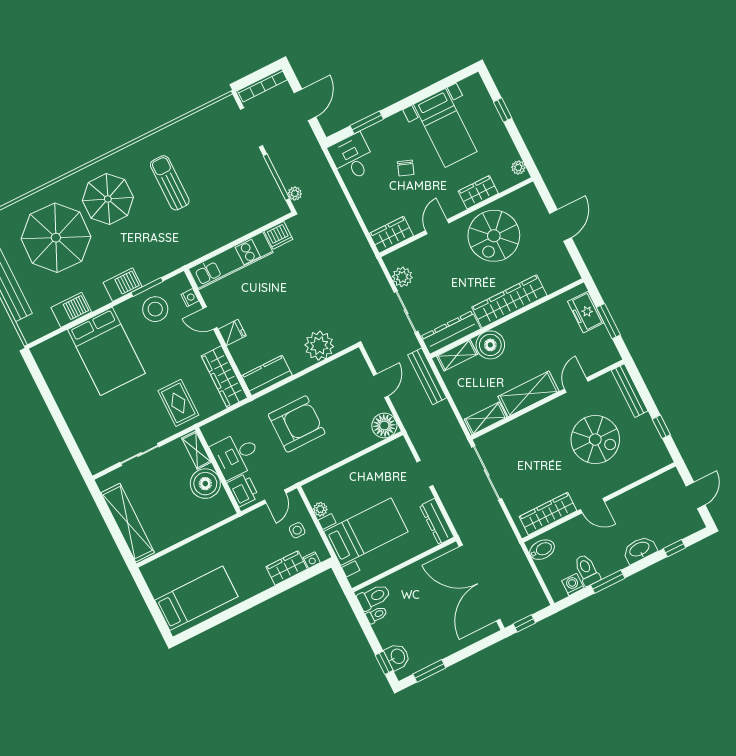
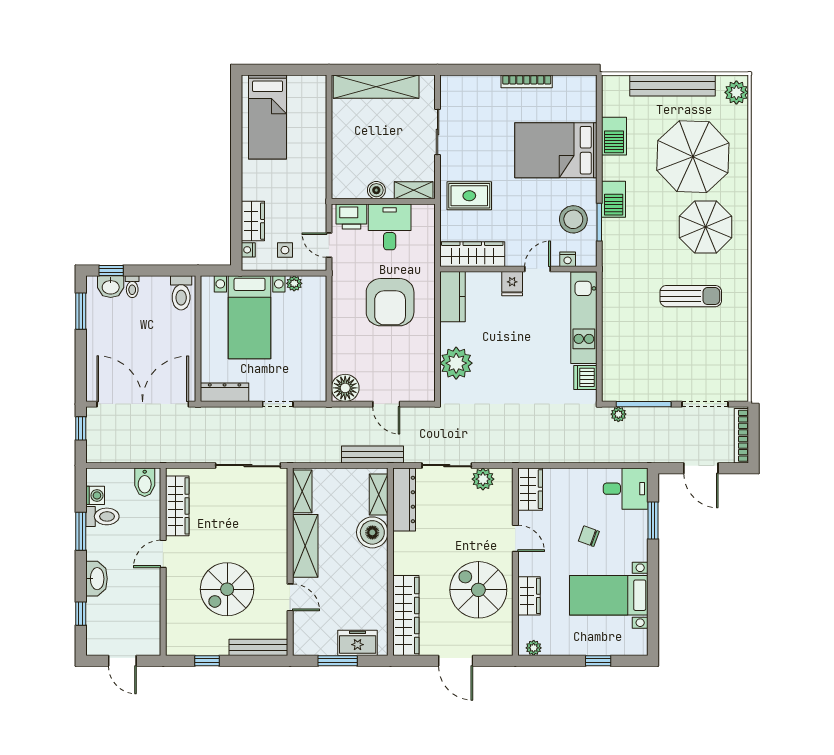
wardrobe: (509, 301) -> (406, 615), moved
bookcase: (62, 403) -> (527, 81), added
boiler: (205, 484) -> (376, 190), width x0.54, depth x0.54
toilet: (376, 615) -> (132, 287), moved

